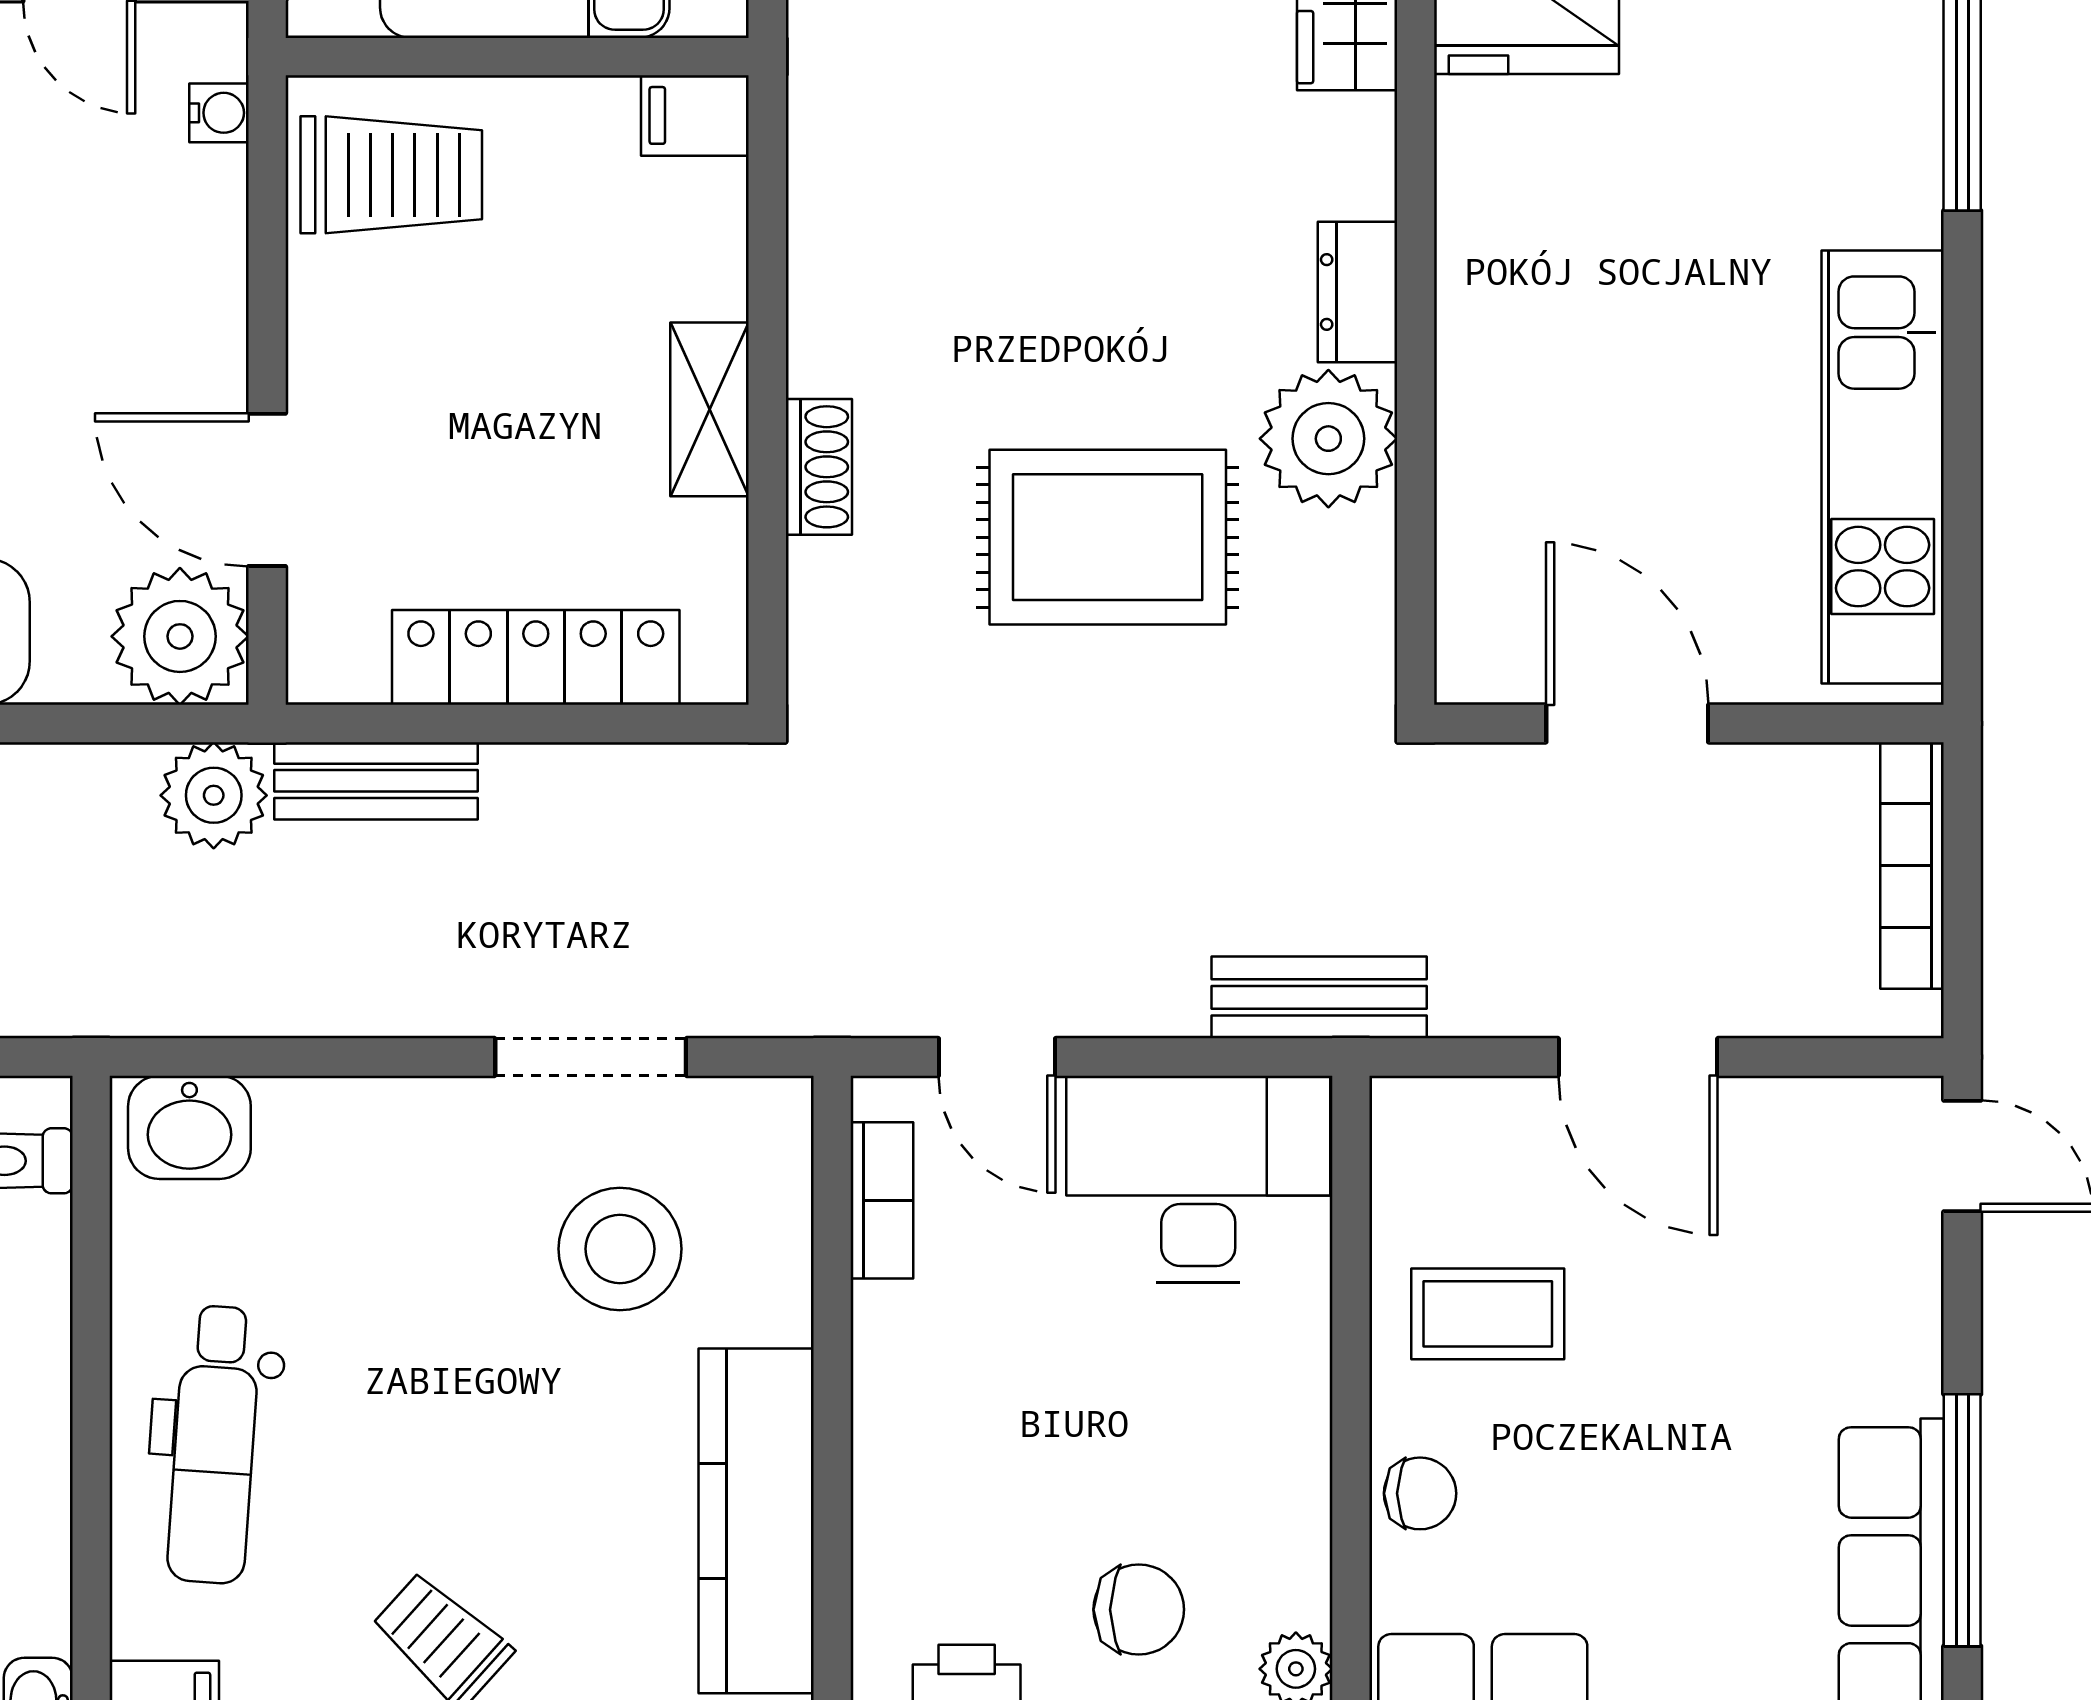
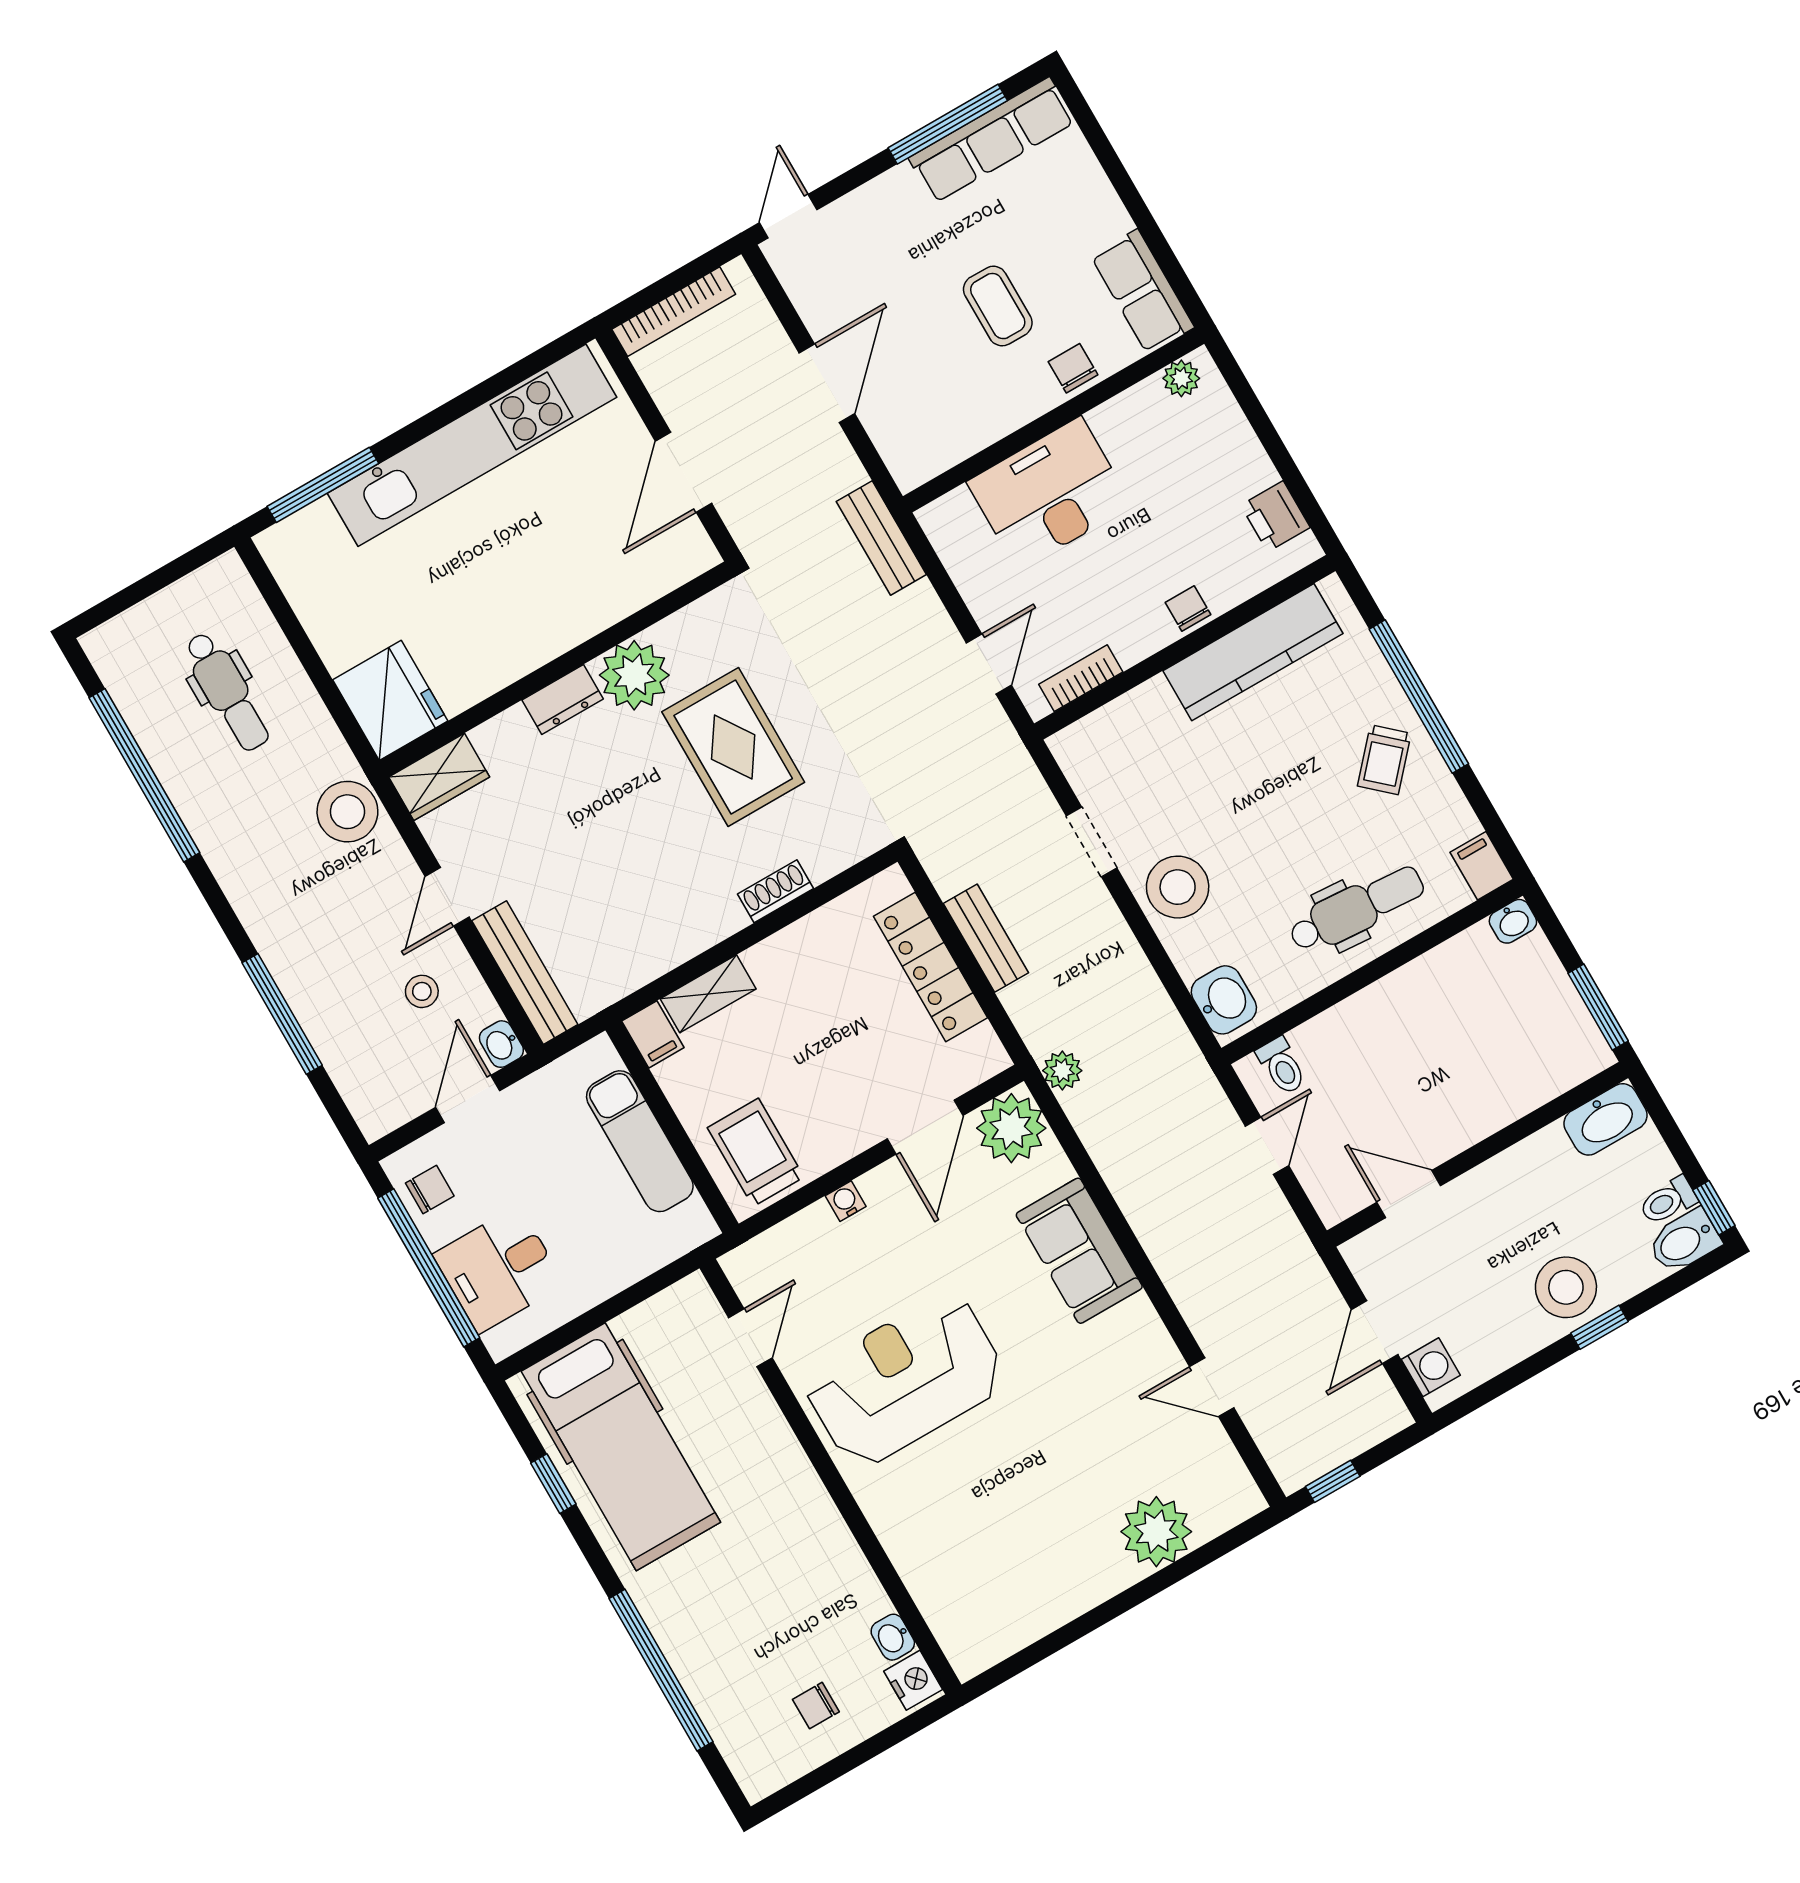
water cooler: (219, 113) -> (846, 1201), moved
shelving: (710, 409) -> (708, 994), moved
kitchen unit: (1883, 467) -> (472, 445), width x1.36
bench: (376, 781) -> (986, 938), moved
plant: (214, 795) -> (1062, 1071), width x0.73, depth x0.73
doorway: (591, 1057) -> (1092, 842), width x0.73
desk: (1198, 1179) -> (1050, 494), moved, turned 90
stool: (620, 1249) -> (1178, 887), moved
coffee table: (1488, 1314) -> (998, 306), moved
chair: (1139, 1610) -> (1188, 608), moved, width x0.73, depth x0.73

